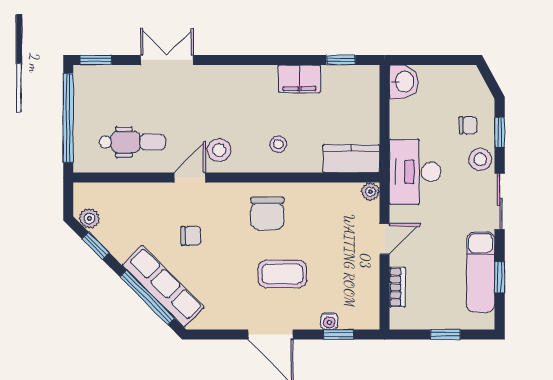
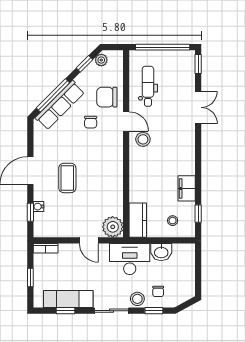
washbasin: (404, 82) -> (161, 252), moved
dental chair: (132, 142) -> (148, 86), turned 180
stool: (278, 144) -> (173, 221), moved
plant: (370, 192) -> (113, 227), width x1.87, depth x1.87
chair: (267, 213) -> (107, 97), moved
bookcase: (397, 287) -> (46, 248), moved

